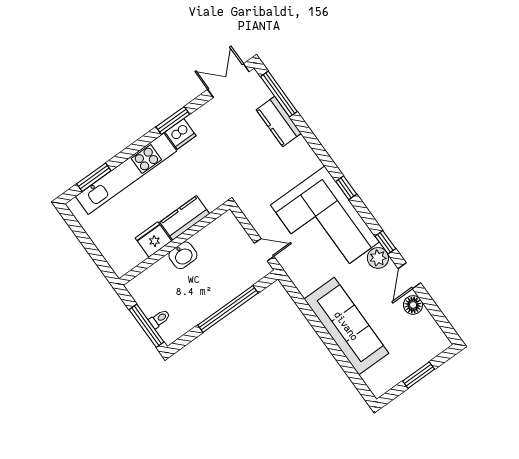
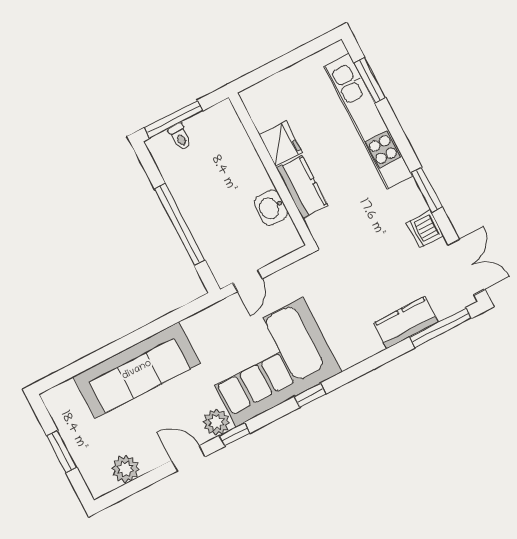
dishwasher: (181, 134) -> (425, 229), moved
washbasin: (183, 255) -> (271, 208), moved
floor lamp: (413, 305) -> (151, 458), removed
plant: (425, 323) -> (125, 469), added

